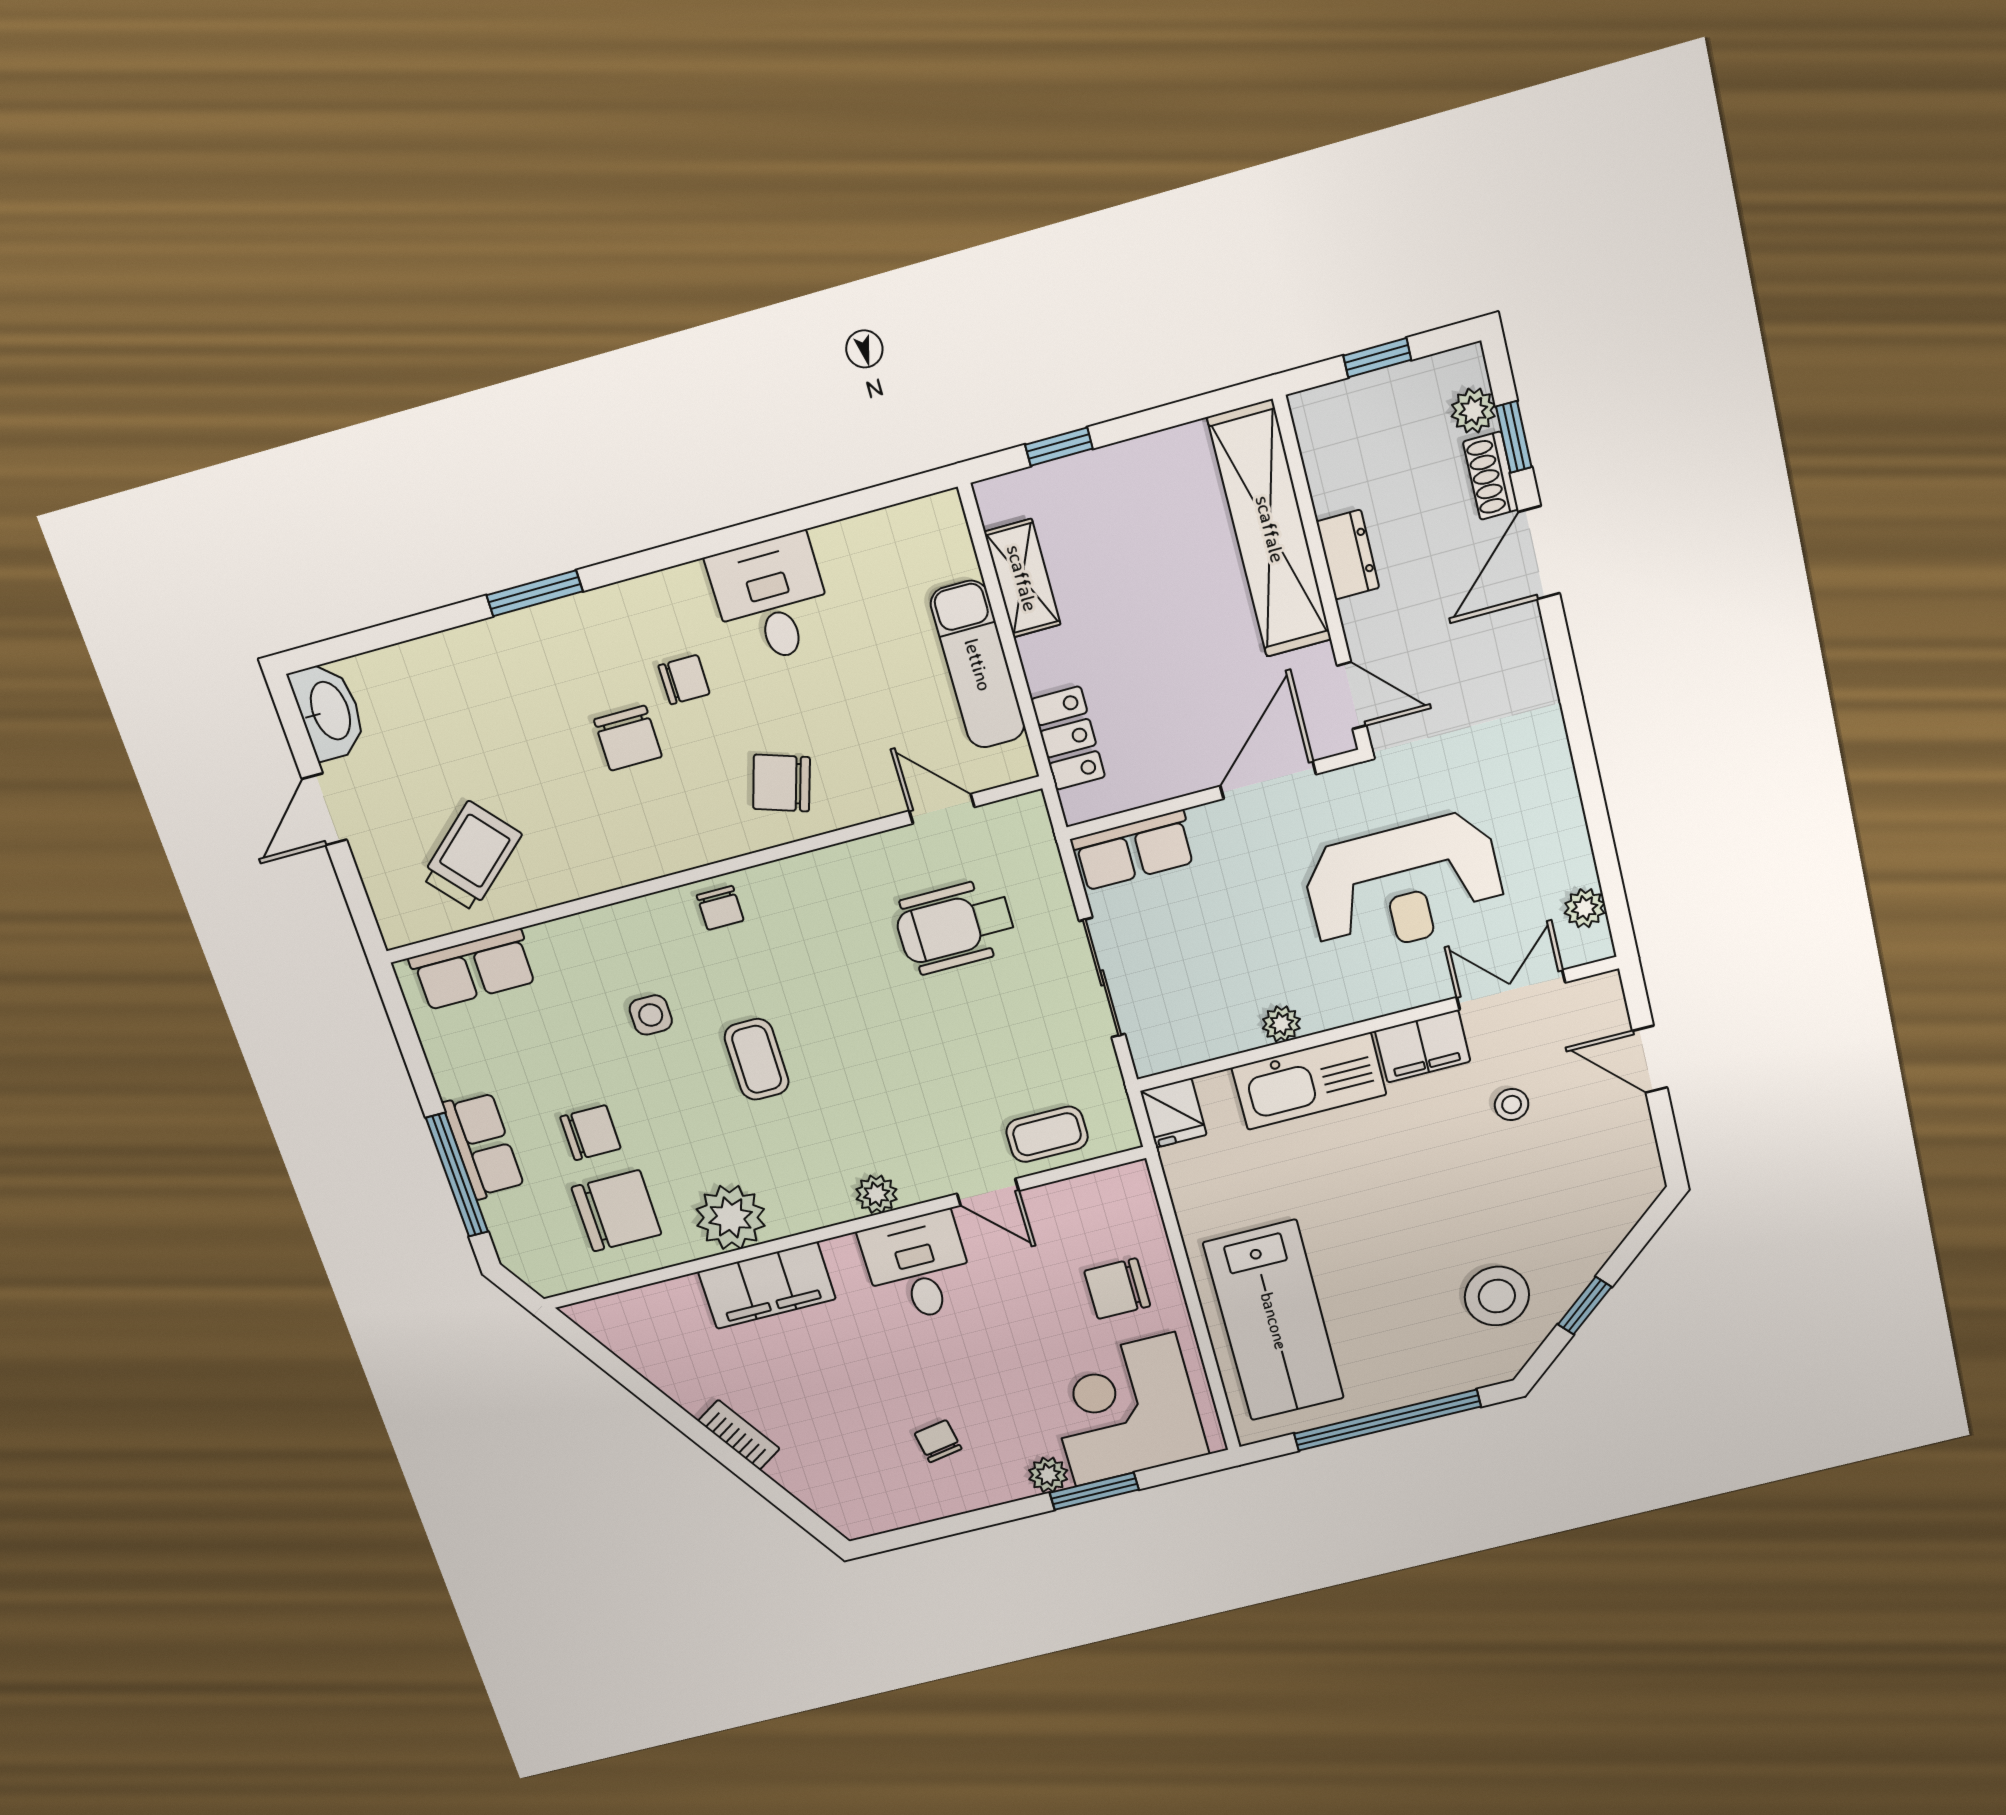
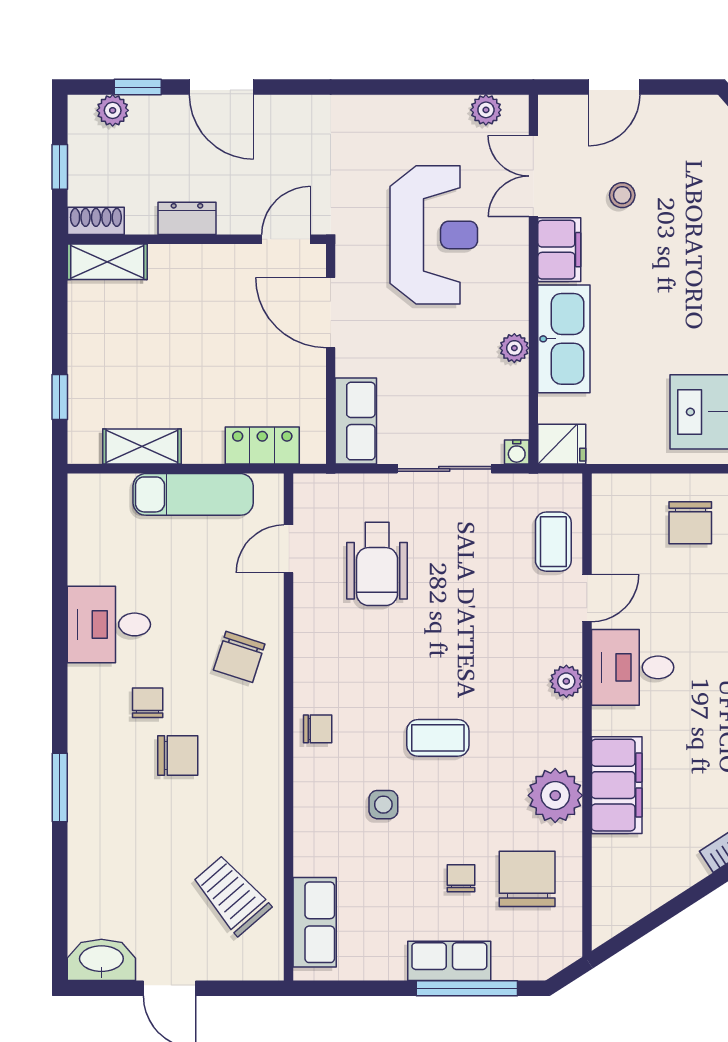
shoe rack: (1491, 476) -> (96, 221), moved, turned 180
shelving: (1270, 529) -> (107, 262), width x0.45, depth x0.75
water cooler: (1148, 1061) -> (517, 452), added
chair: (590, 1133) -> (461, 878), width x0.73, depth x0.73

